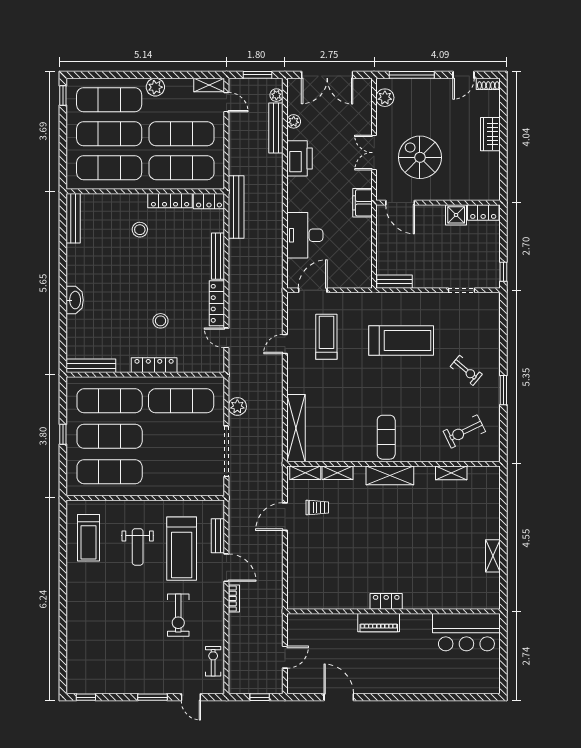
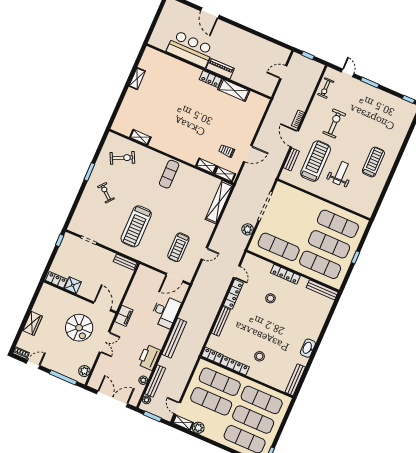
plant: (155, 87) -> (198, 428), moved
bench: (236, 207) -> (174, 338), moved
washbasin: (75, 300) -> (308, 348), moved
treadmill: (401, 340) -> (136, 226), turned -90
shelving: (390, 475) -> (234, 90), moved
treadmill: (89, 538) -> (373, 162), moved
bar counter: (466, 632) -> (190, 49), moved
door: (339, 697) -> (210, 13), moved

